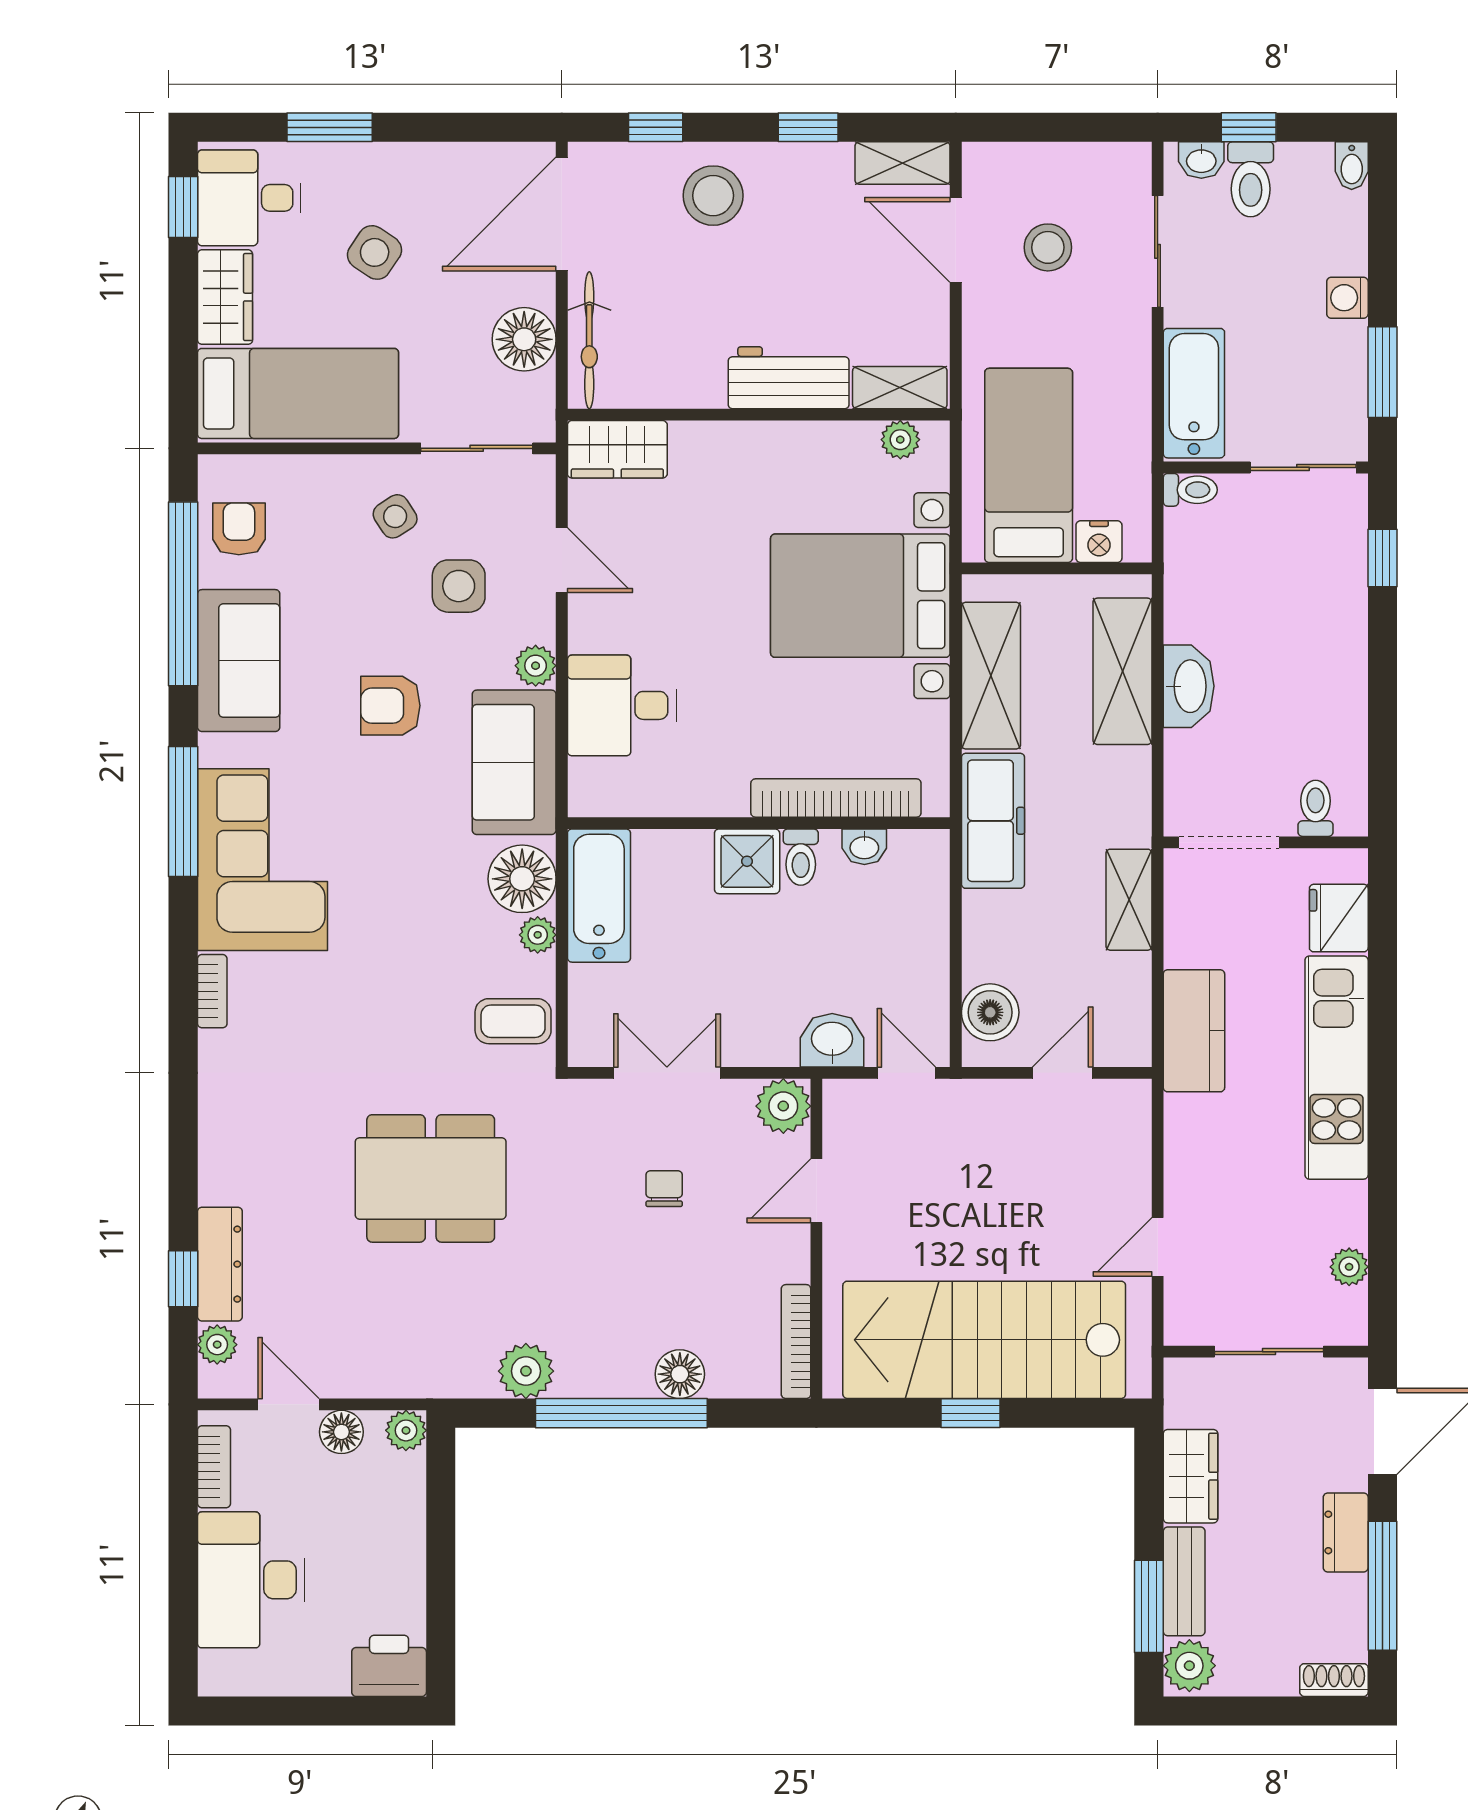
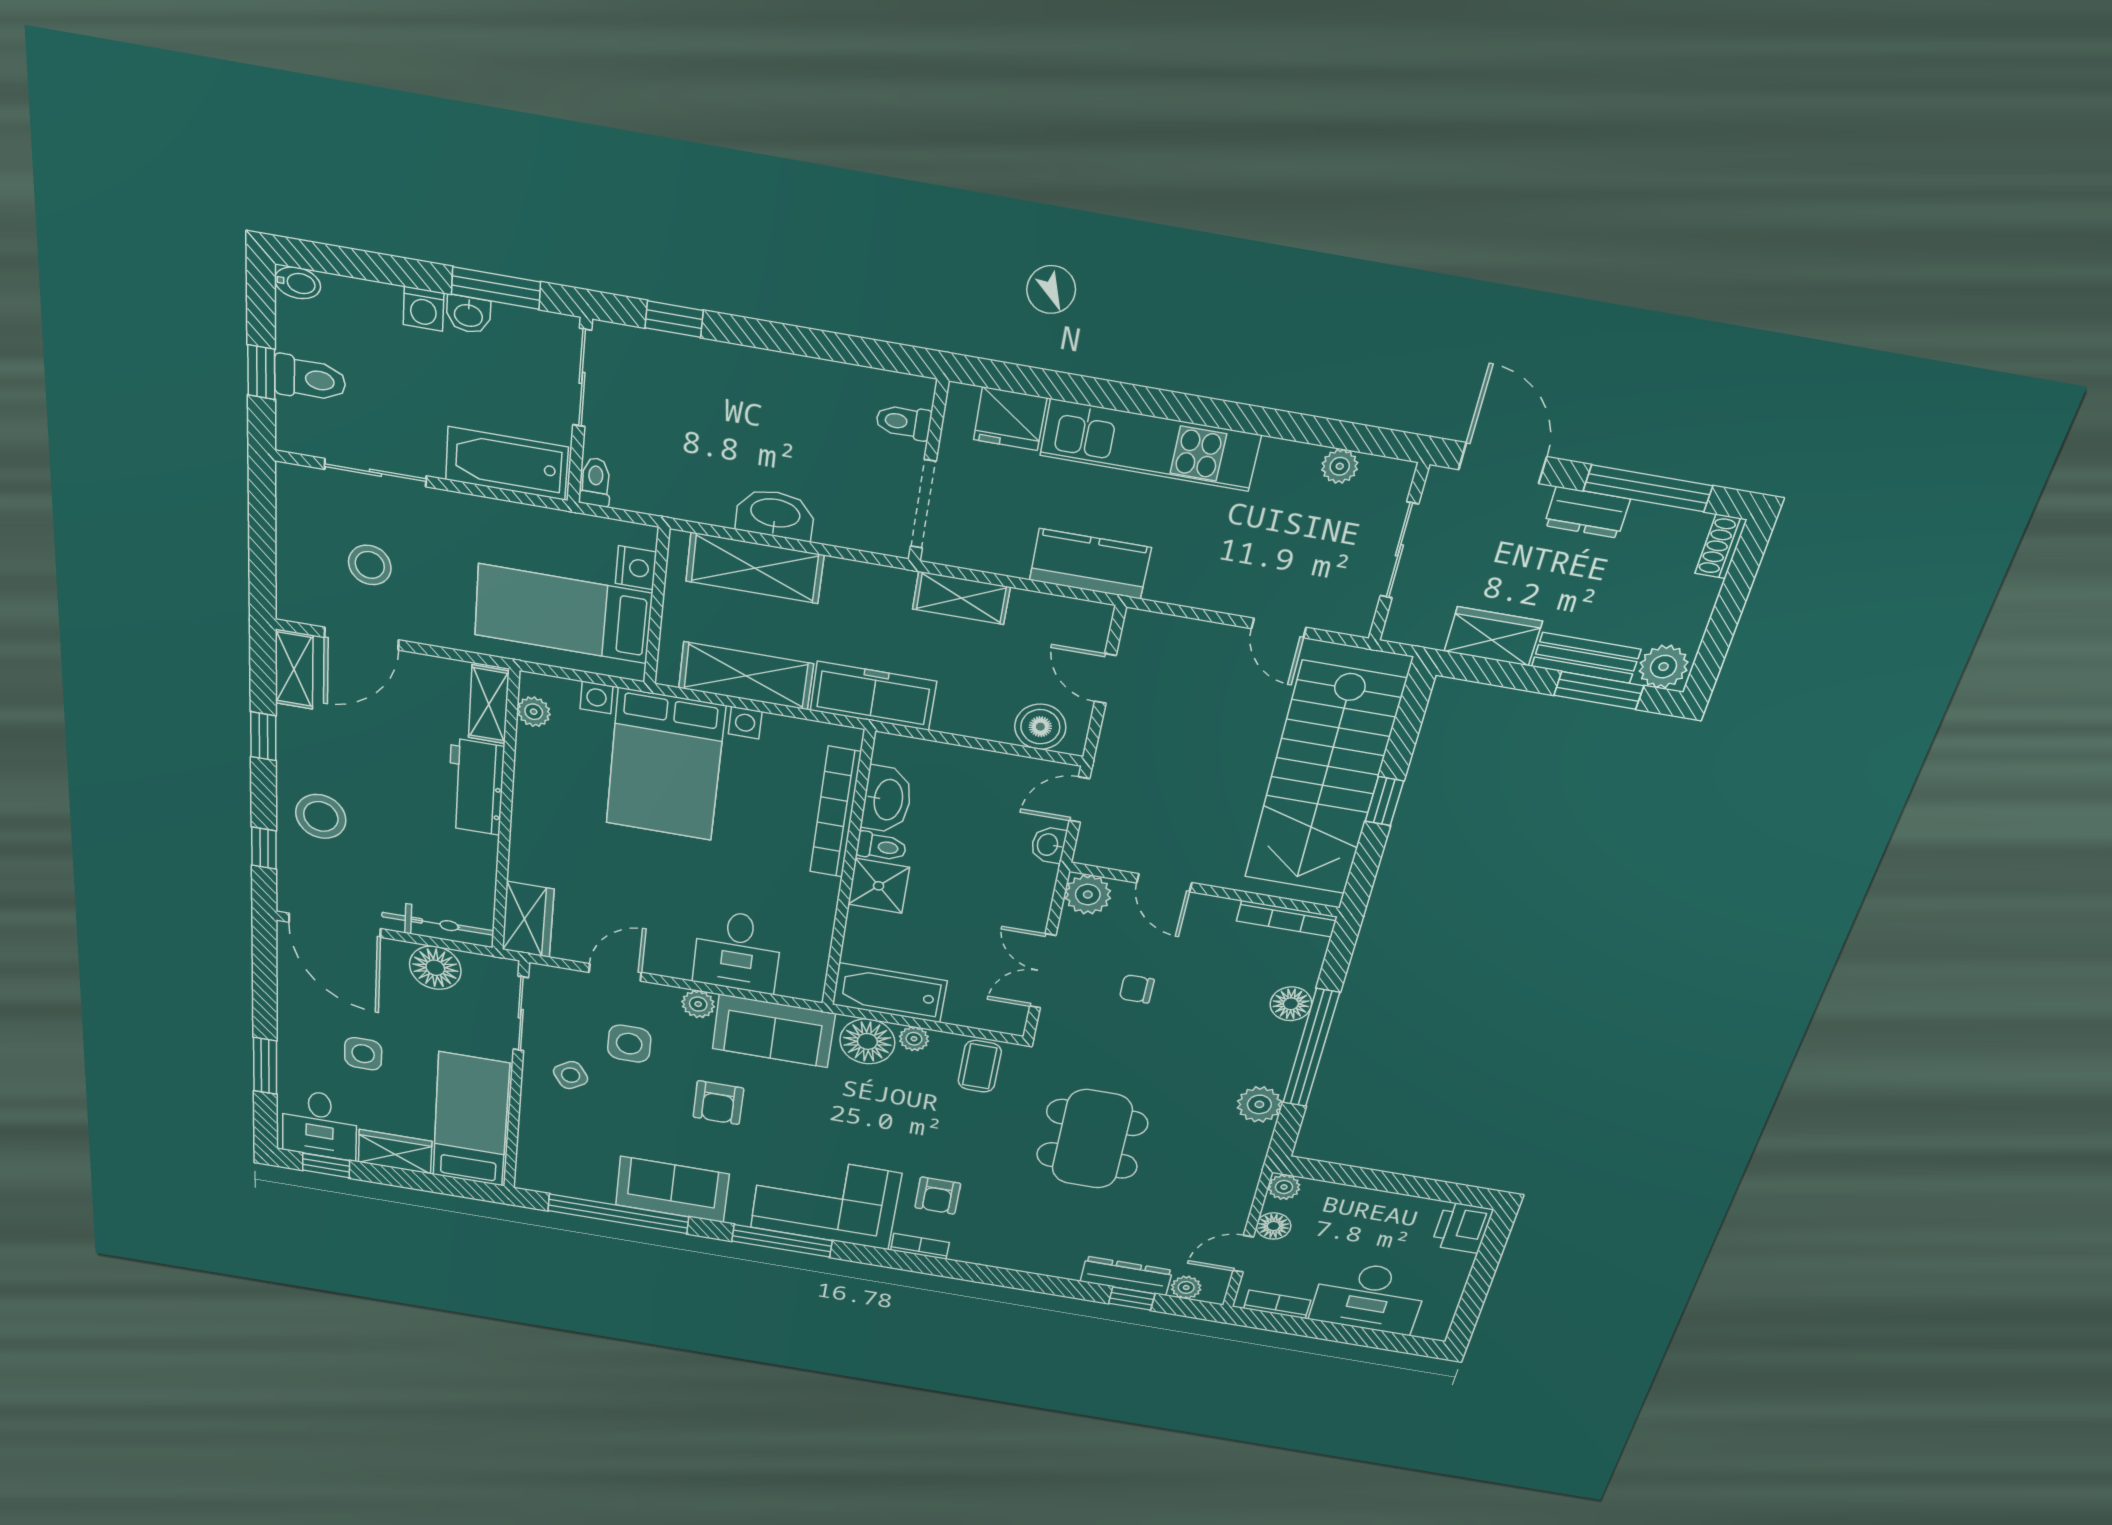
washbasin: (1201, 160) -> (468, 315), moved, turned 90
side table: (375, 252) -> (363, 1054), turned -34
armchair: (239, 529) -> (938, 1196), moved, turned -90
washbasin: (864, 847) -> (887, 799), width x1.91, depth x1.45
washbasin: (832, 1040) -> (1048, 845), width x0.72, depth x0.69

